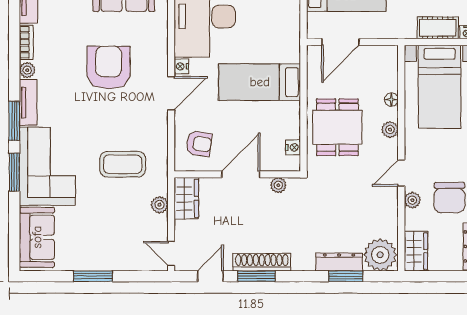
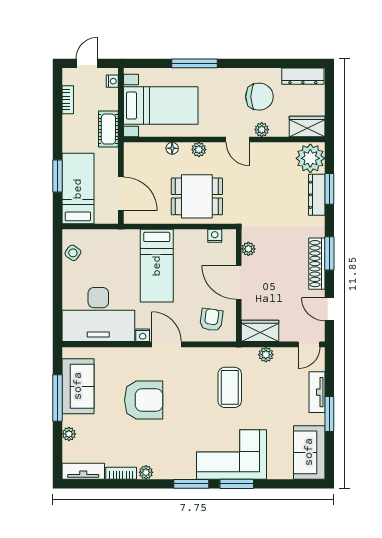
cot: (438, 28) -> (108, 129), moved
armchair: (109, 68) -> (144, 400), turned 180
tv unit: (28, 103) -> (317, 392), moved, turned -90
sofa: (37, 237) -> (309, 452), moved, turned -90
window: (256, 276) -> (329, 253), moved

